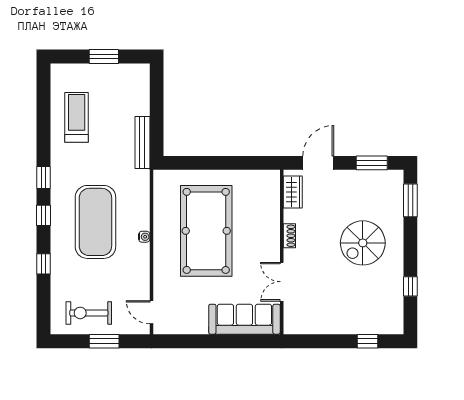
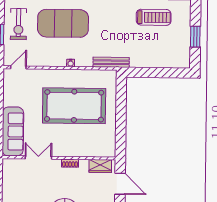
bench: (142, 142) -> (111, 62), moved
exercise mat: (95, 222) -> (63, 23), moved
exercise bike: (89, 313) -> (18, 24), turned 180

